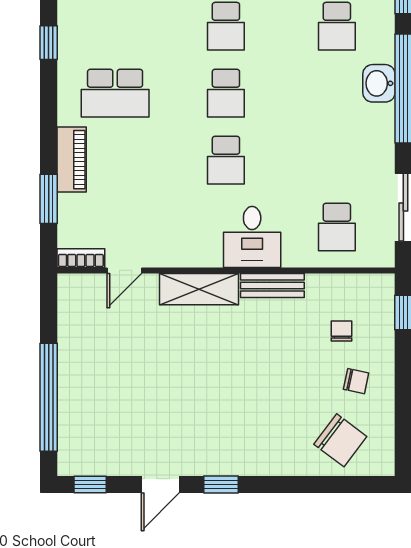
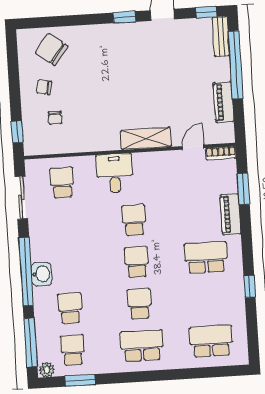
bench: (272, 285) -> (221, 36), moved, turned 90
piano: (71, 339) -> (223, 102), added

